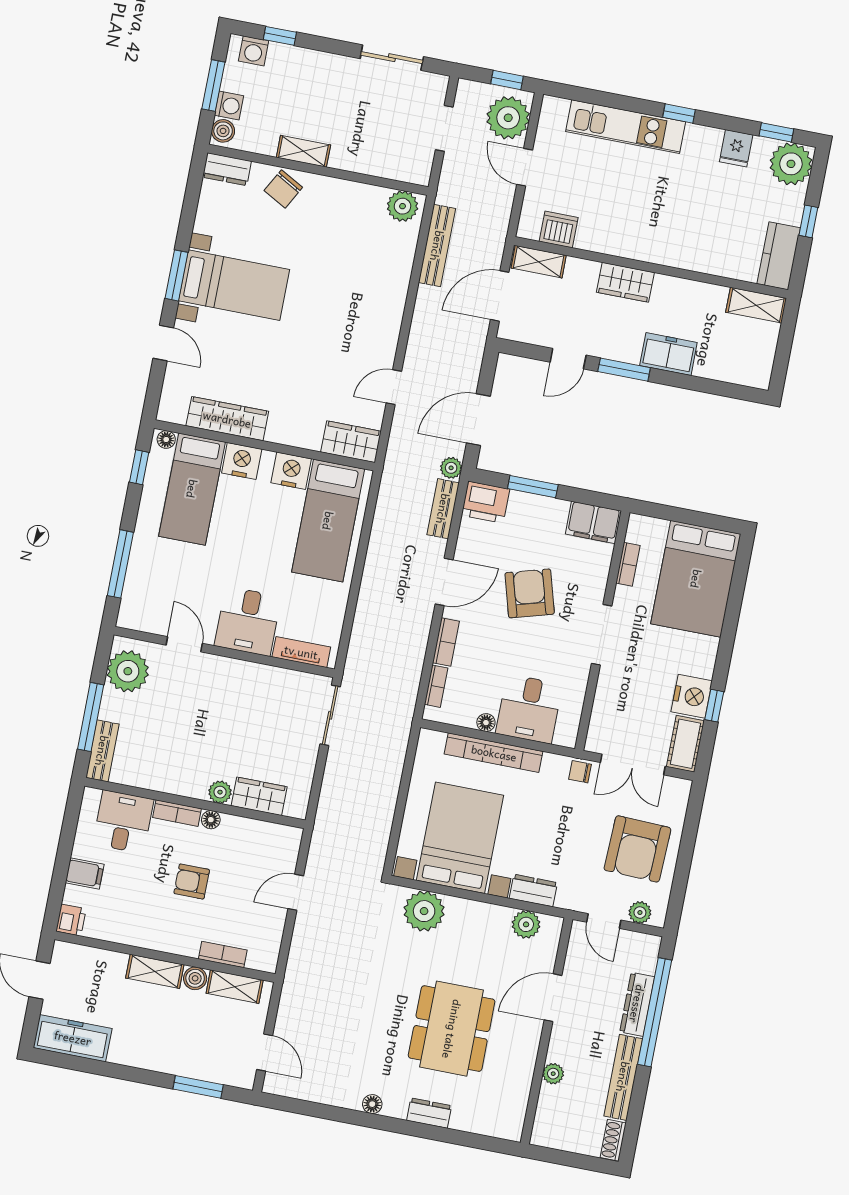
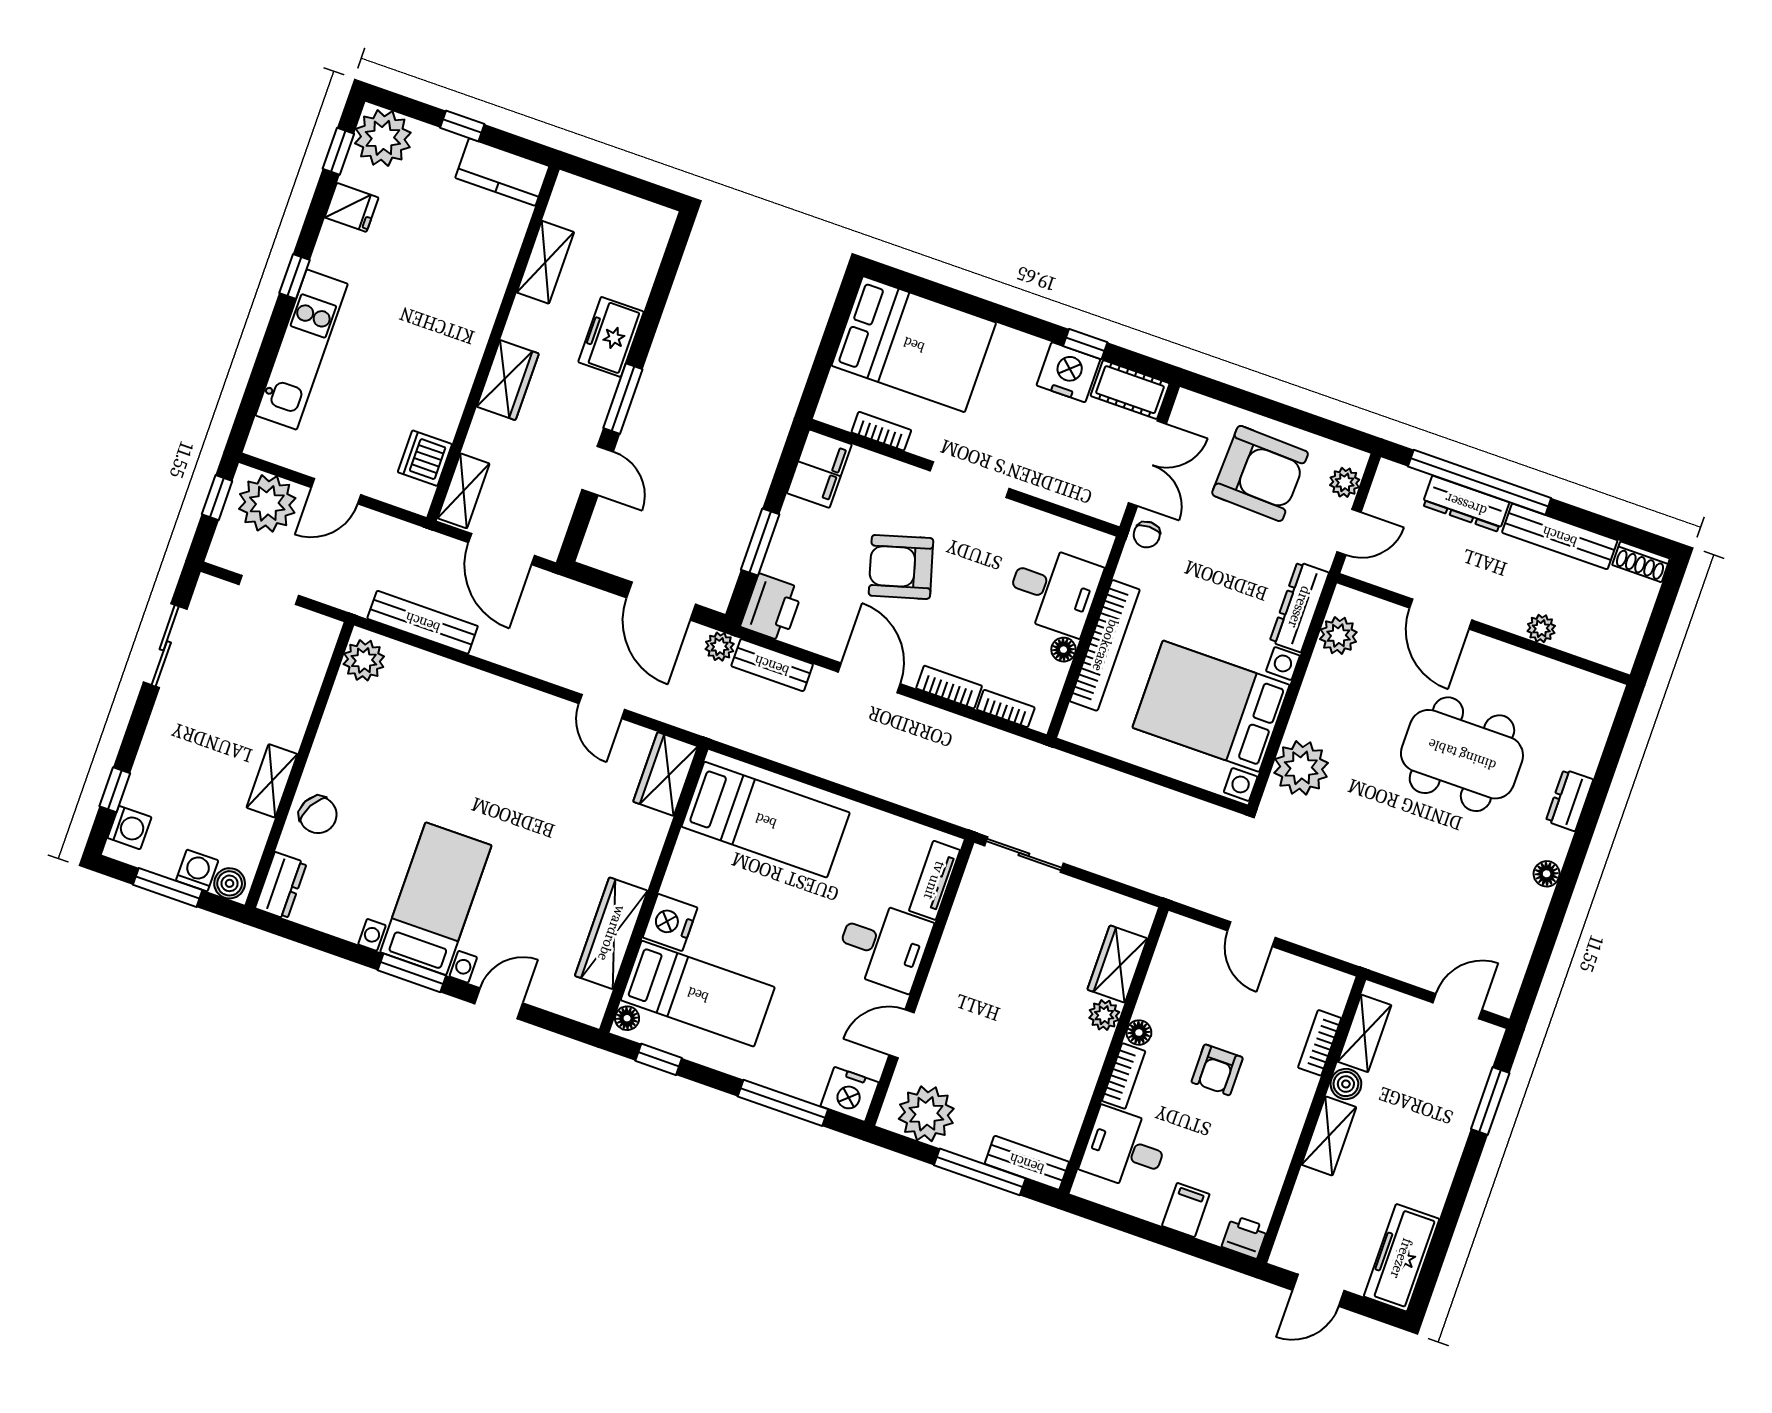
shelving: (756, 305) -> (545, 262), moved
nightstand: (291, 471) -> (850, 1094), moved, turned -90
dresser: (533, 891) -> (1299, 607), width x1.44

